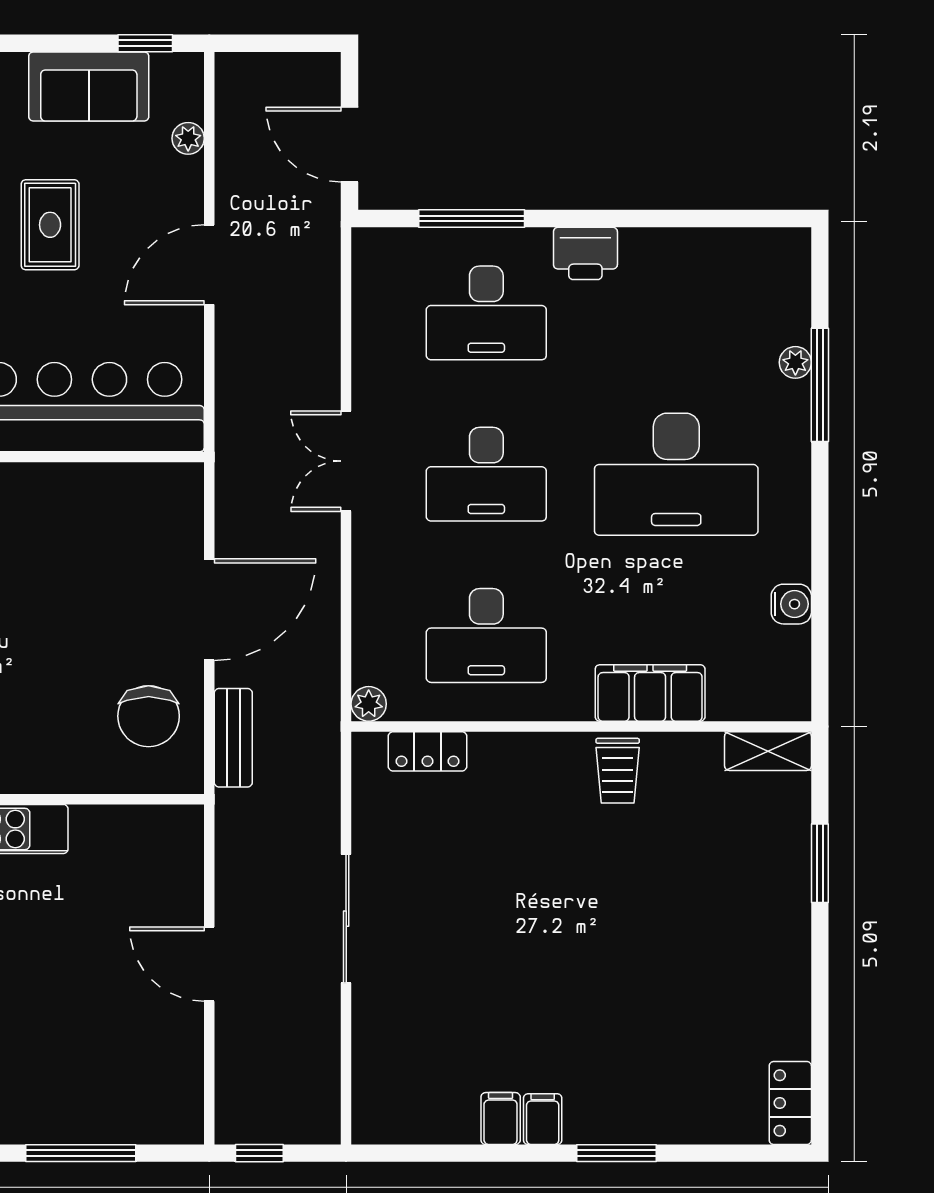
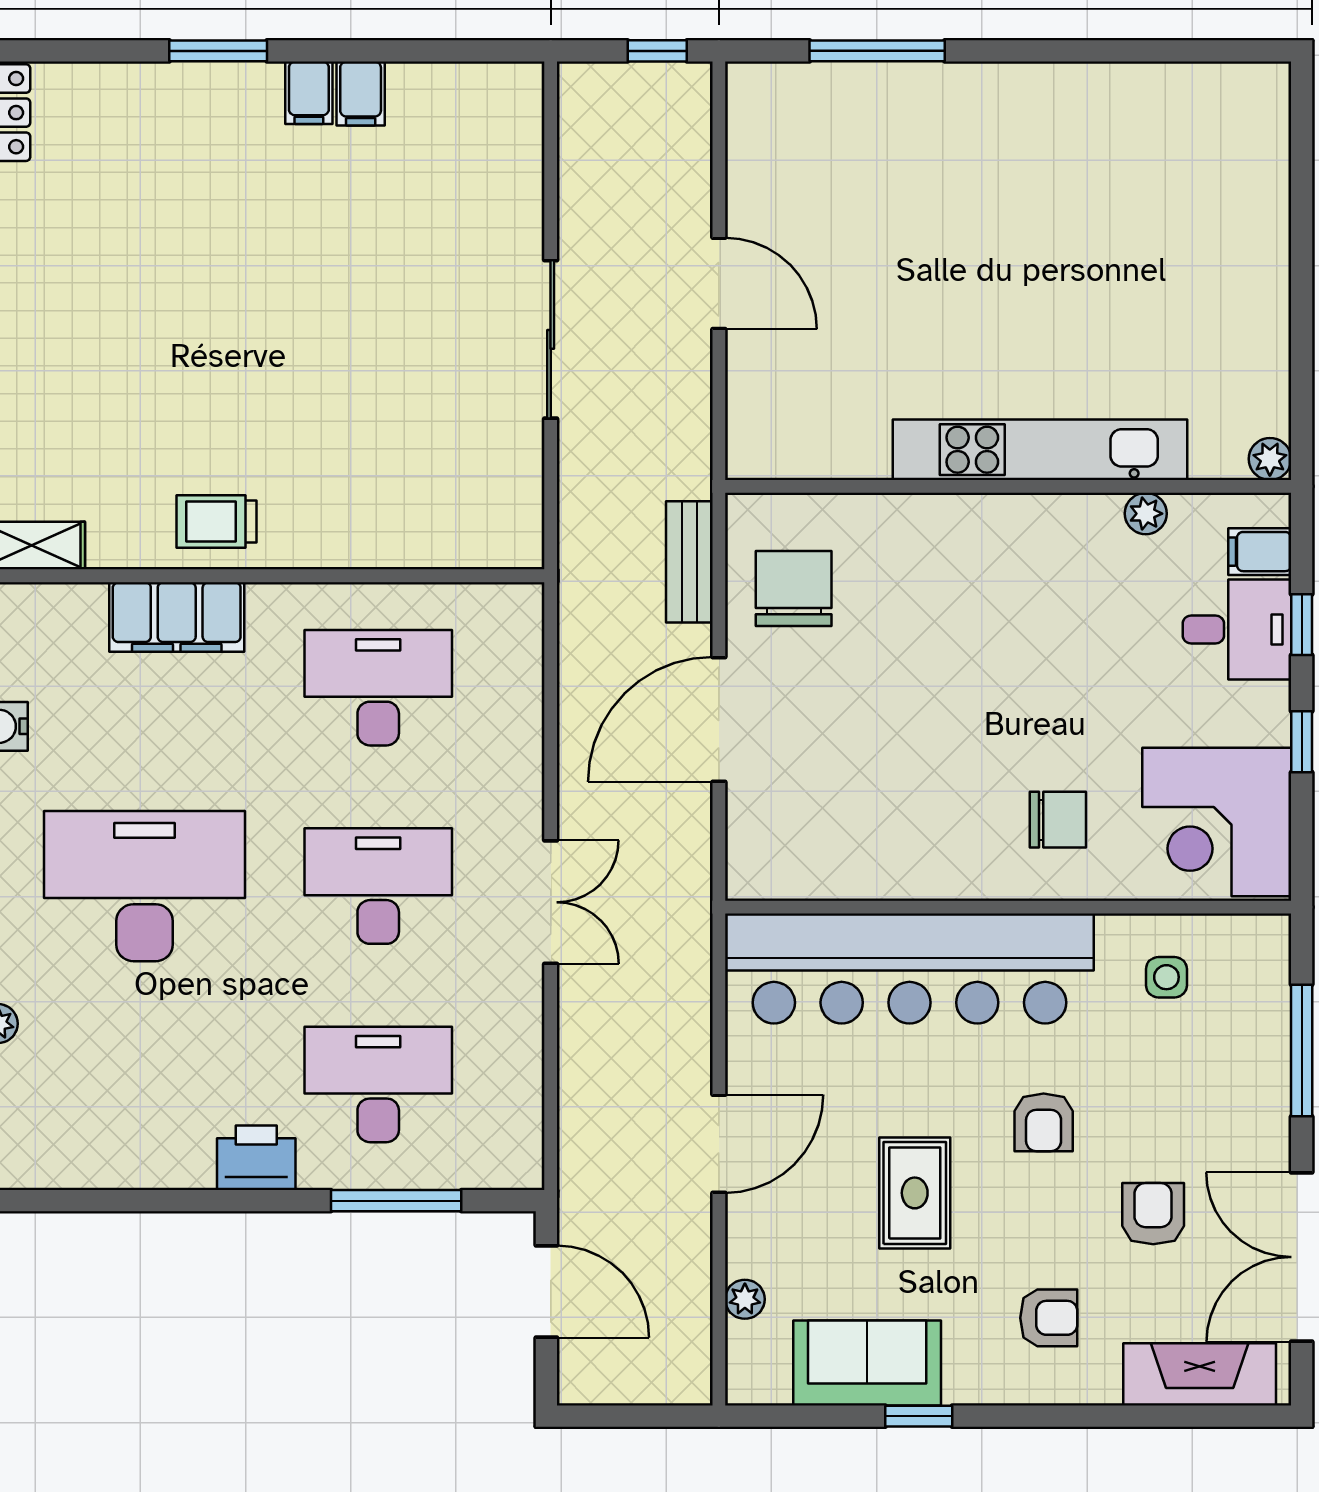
window: (145, 43) -> (919, 1416), moved
plant: (369, 704) -> (523, 604), removed
locker: (428, 751) -> (450, 545), removed
trolley: (618, 771) -> (217, 521), turned -90

